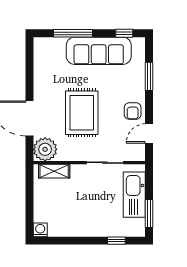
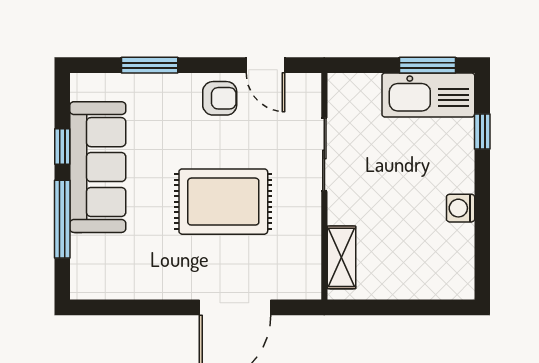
window: (124, 33) -> (62, 147), moved
plant: (45, 149) -> (297, 276), removed
kitchen sink: (134, 195) -> (428, 95), moved
washing machine: (40, 230) -> (461, 208), moved

